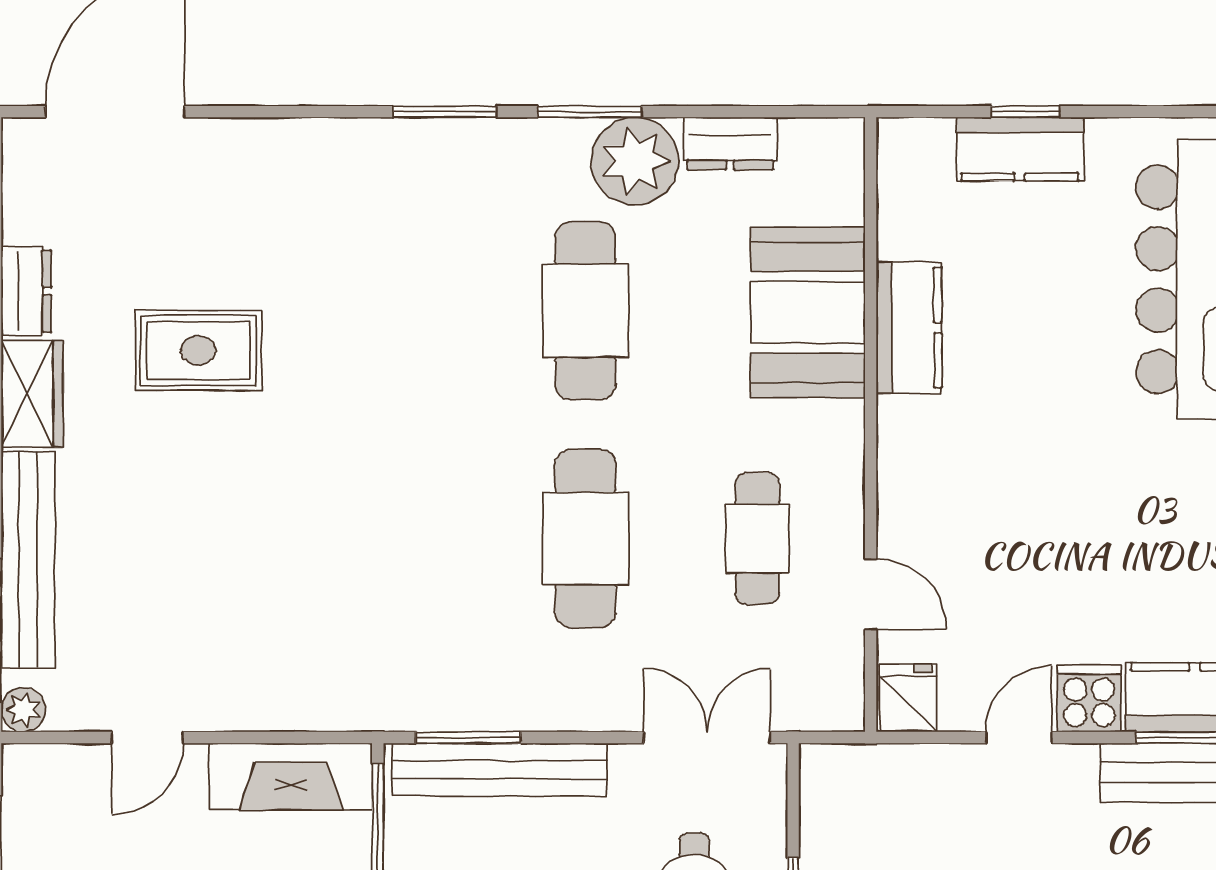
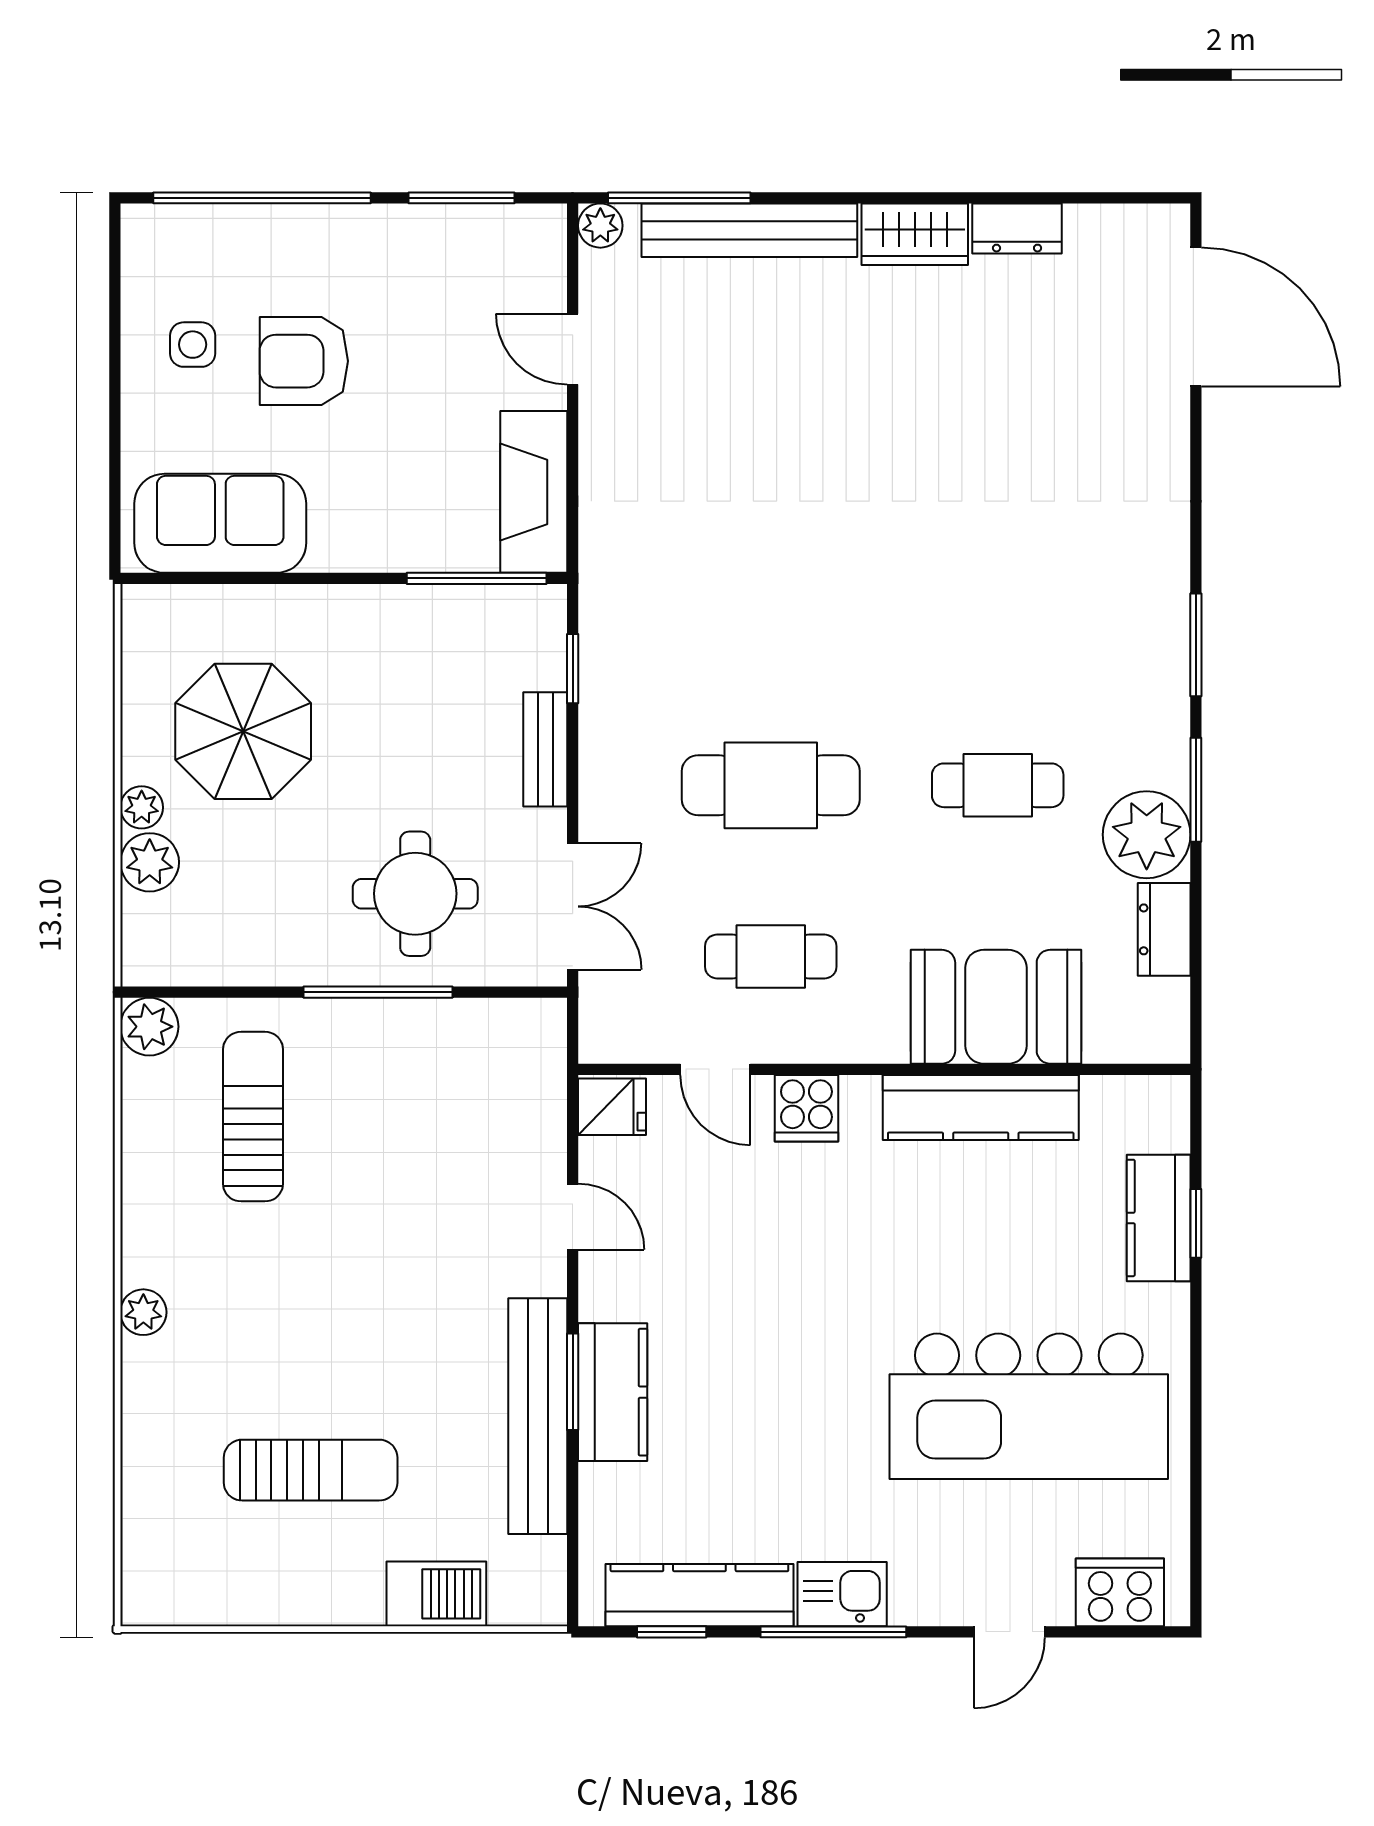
cafe table: (585, 311) -> (998, 785), width x0.73, depth x0.74
kitchen counter: (909, 328) -> (981, 1107), width x1.50
rug: (198, 350) -> (958, 400), removed
door: (871, 594) -> (715, 1069), hinge flipped
cooker: (1089, 698) -> (806, 1108), moved, turned 90
window: (468, 737) -> (573, 669), width x0.67
bench: (500, 770) -> (545, 749), width x0.54, depth x0.82

